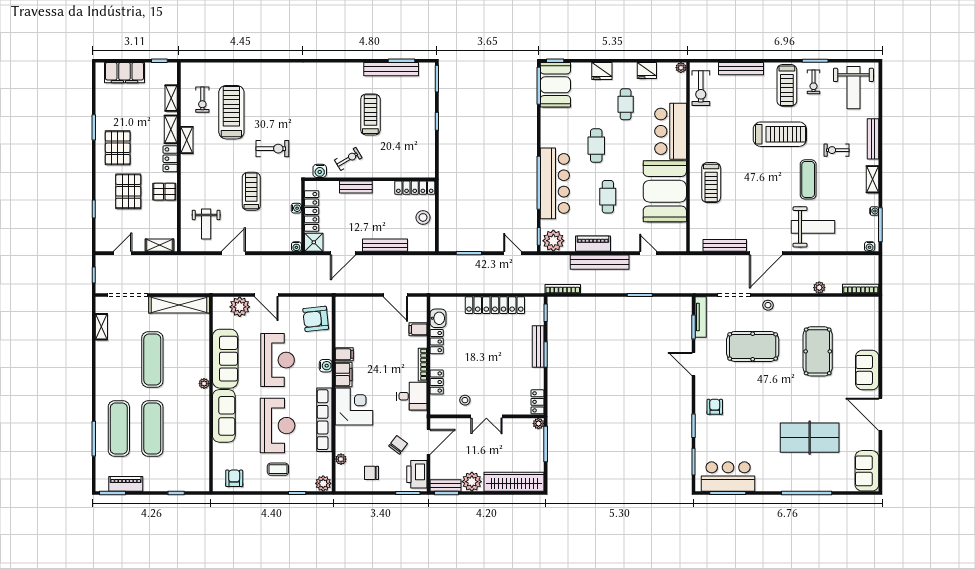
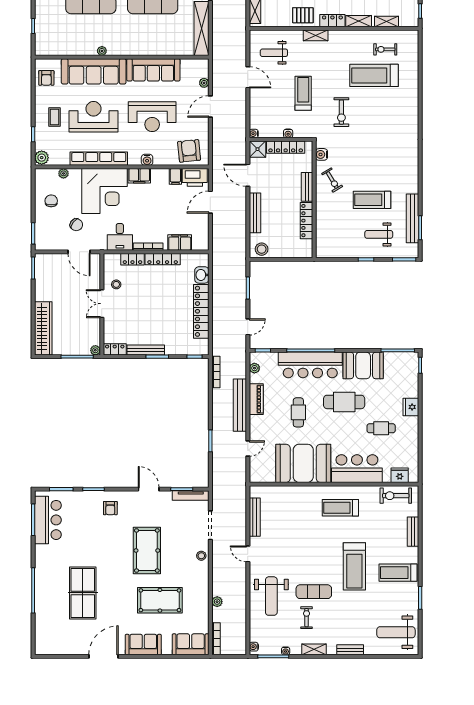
plant: (681, 68) -> (414, 478), removed
bench: (741, 69) -> (413, 532), width x0.73
fridge: (647, 71) -> (400, 475), moved, turned 90
exercise bike: (814, 82) -> (401, 596), removed
booth: (555, 85) -> (363, 365), moved
weight bench: (409, 107) -> (379, 234), added
treadmill: (231, 112) -> (374, 75), turned 180
treadmill: (370, 115) -> (372, 200), turned 180
bench: (873, 139) -> (350, 650), width x0.73
shelving: (187, 140) -> (316, 35), moved
cafe table: (596, 146) -> (344, 402), width x1.37, depth x1.35
exercise bike: (836, 150) -> (307, 618), moved
treadmill: (711, 183) -> (340, 508), moved
locker: (415, 188) -> (306, 221), moved
treadmill: (251, 191) -> (303, 93), turned -90
pallet: (164, 192) -> (303, 15), turned 90
cafe table: (608, 197) -> (298, 412), turned 90
stool: (423, 217) -> (262, 249), moved
plant: (553, 241) -> (254, 368), width x0.53, depth x0.53
door: (766, 253) -> (248, 554), width x0.53
door: (395, 295) -> (210, 202), moved
plant: (240, 307) -> (204, 83), width x0.53, depth x0.53
washbasin: (438, 318) -> (202, 275), moved, turned 90
filing cabinet: (418, 329) -> (180, 242), width x2.00
locker: (437, 342) -> (163, 259), width x1.53
bench: (538, 346) -> (146, 350), moved
pool table: (753, 346) -> (147, 550), moved
filing cabinet: (344, 354) -> (175, 176), moved
door: (694, 364) -> (149, 489), hinge flipped
plant: (204, 384) -> (102, 51), moved
corner desk: (354, 407) -> (105, 191), width x1.36, depth x1.36
armchair: (715, 407) -> (110, 508), turned 90
sofa: (224, 416) -> (94, 71), width x1.36, depth x1.27
reception desk: (278, 426) -> (93, 117), turned 180
sofa: (867, 471) -> (191, 644), moved
printer: (417, 474) -> (195, 177), moved, turned 180
armchair: (234, 478) -> (46, 78), turned 90
plant: (472, 482) -> (43, 291), removed
bench: (446, 486) -> (40, 267), removed

